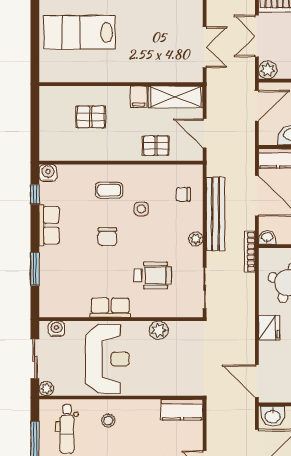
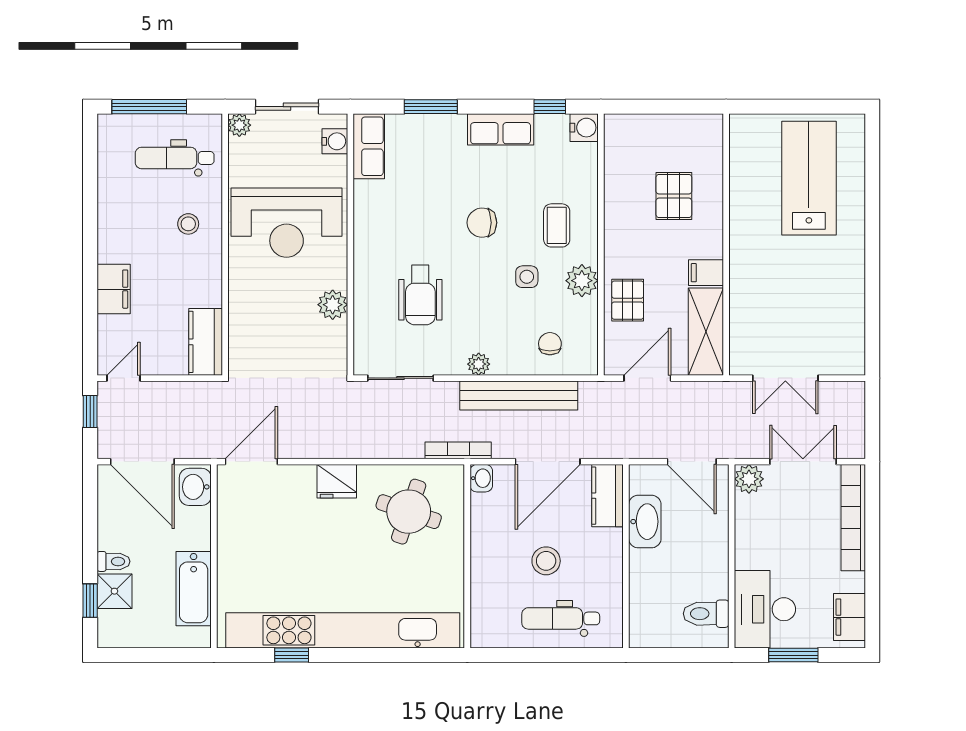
plant: (144, 174) -> (582, 281), added
row of seats: (110, 308) -> (369, 146), moved

